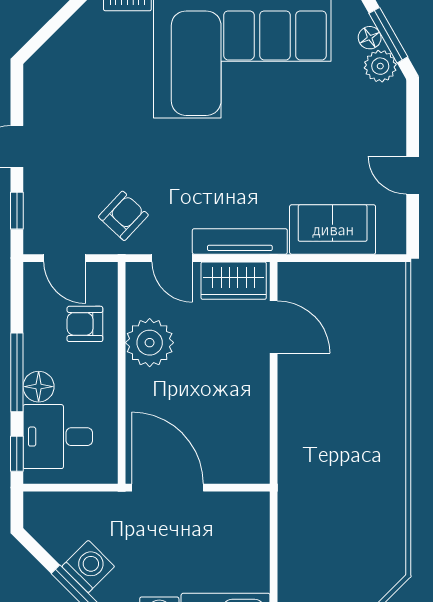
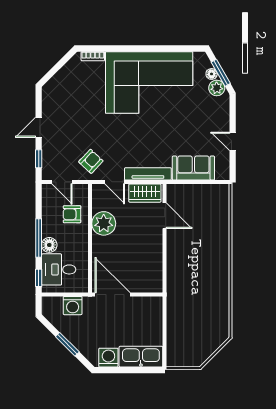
washing machine: (88, 566) -> (73, 306), moved, turned 135

